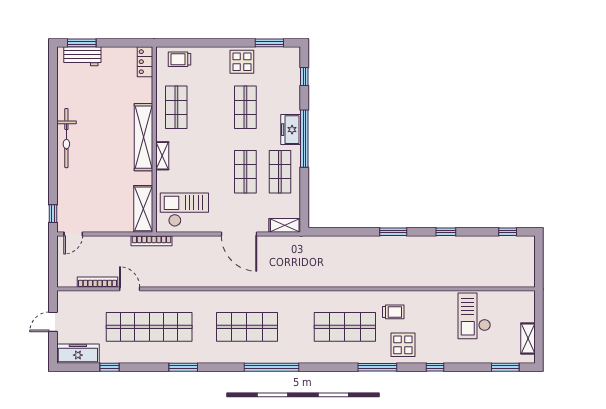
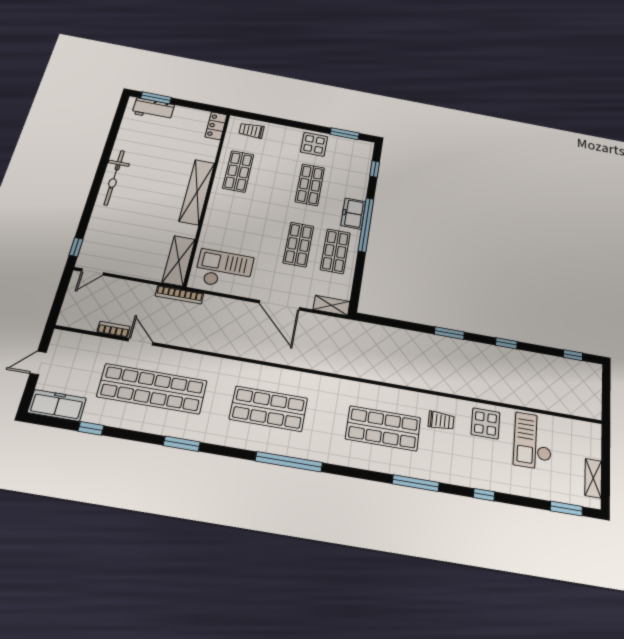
shelving: (162, 156) -> (212, 213), removed
bookcase: (97, 282) -> (114, 329), width x0.64
display table: (403, 345) -> (485, 423), moved

